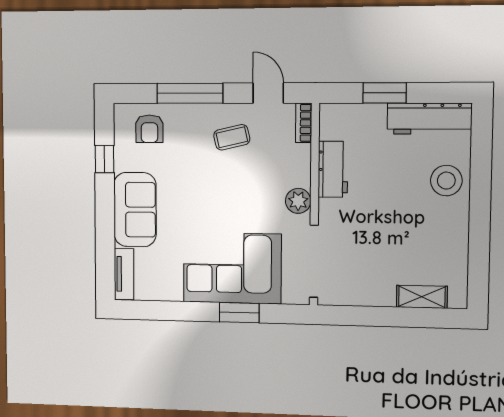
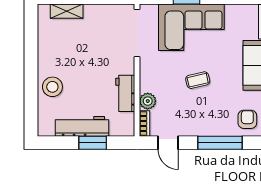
workbench: (429, 119) -> (82, 126), moved
coffee table: (232, 137) -> (198, 80), moved
plant: (298, 201) -> (148, 101), moved

